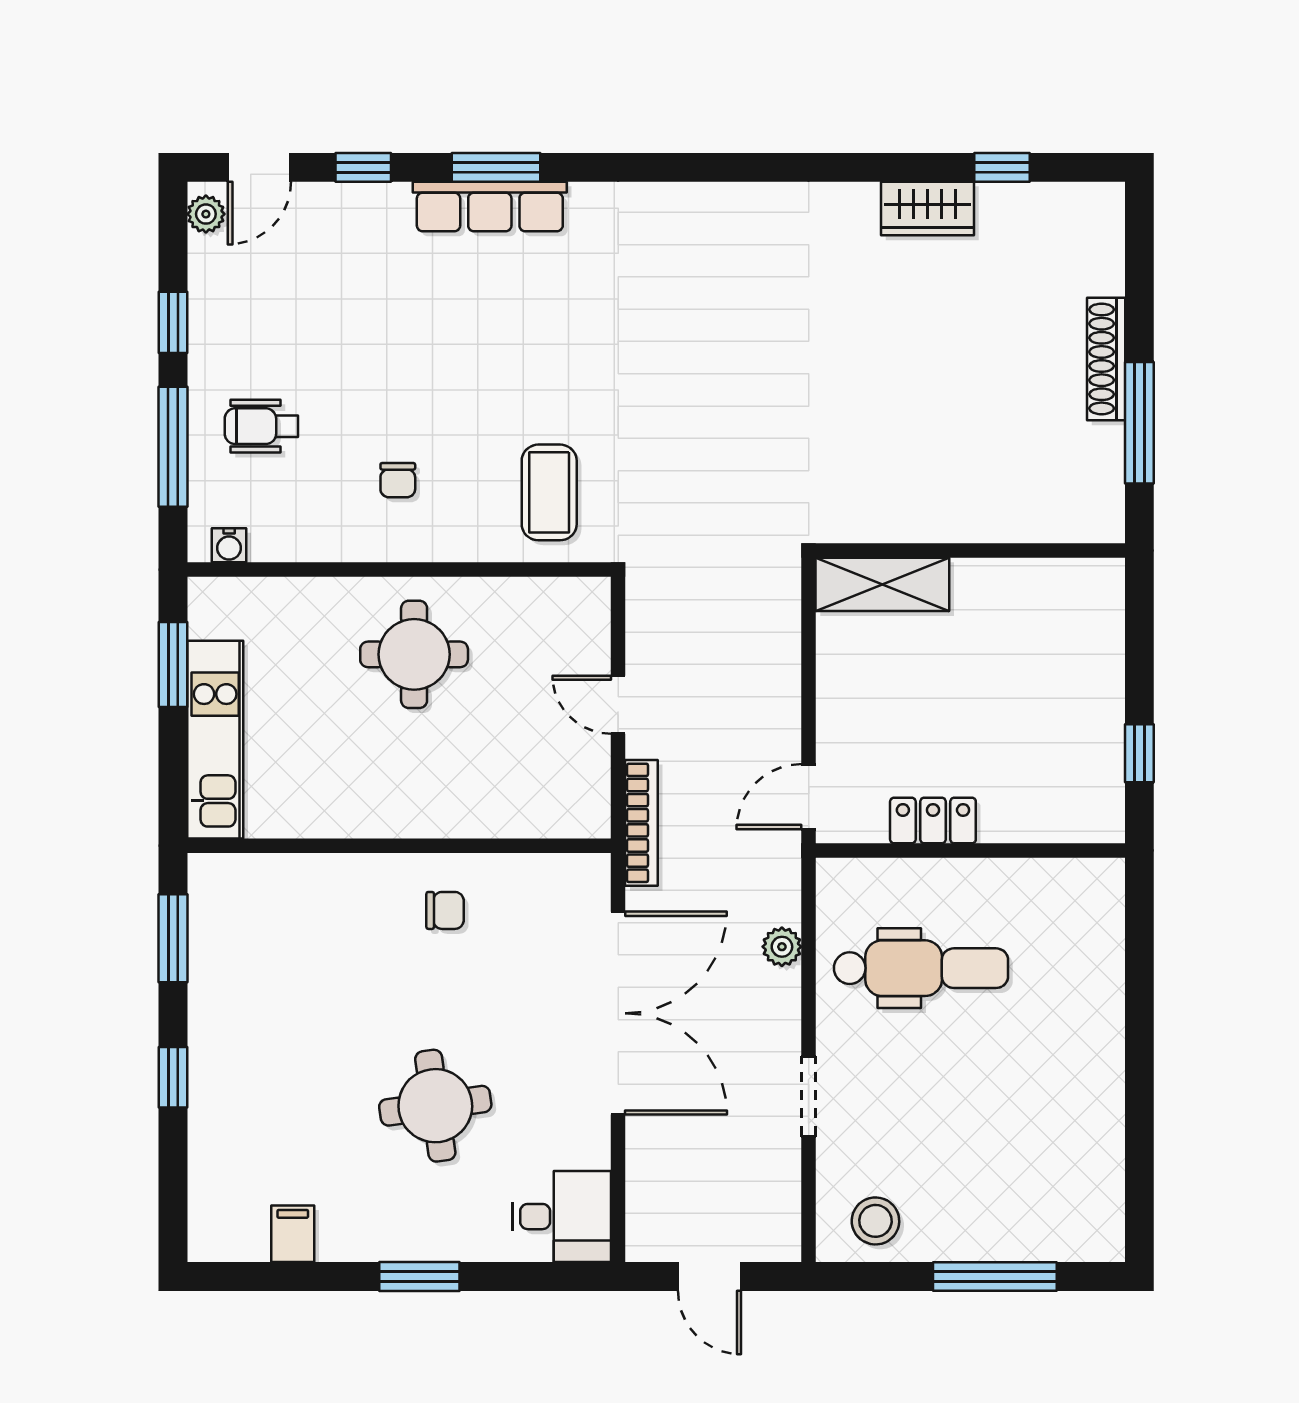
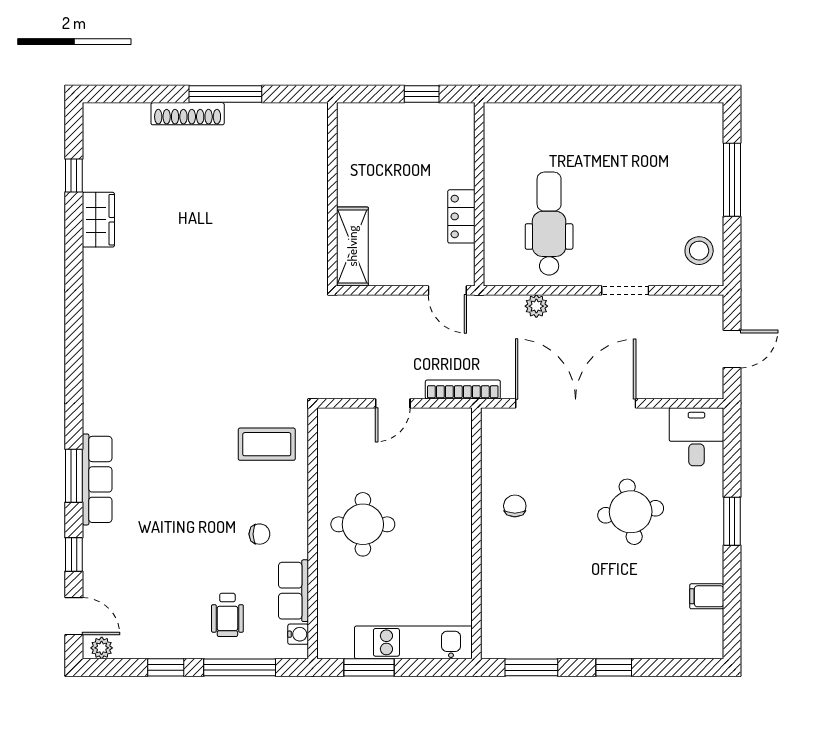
row of seats: (302, 537) -> (293, 591), added
wall: (970, 551) -> (332, 194), moved
shelving: (882, 584) -> (352, 246), moved

